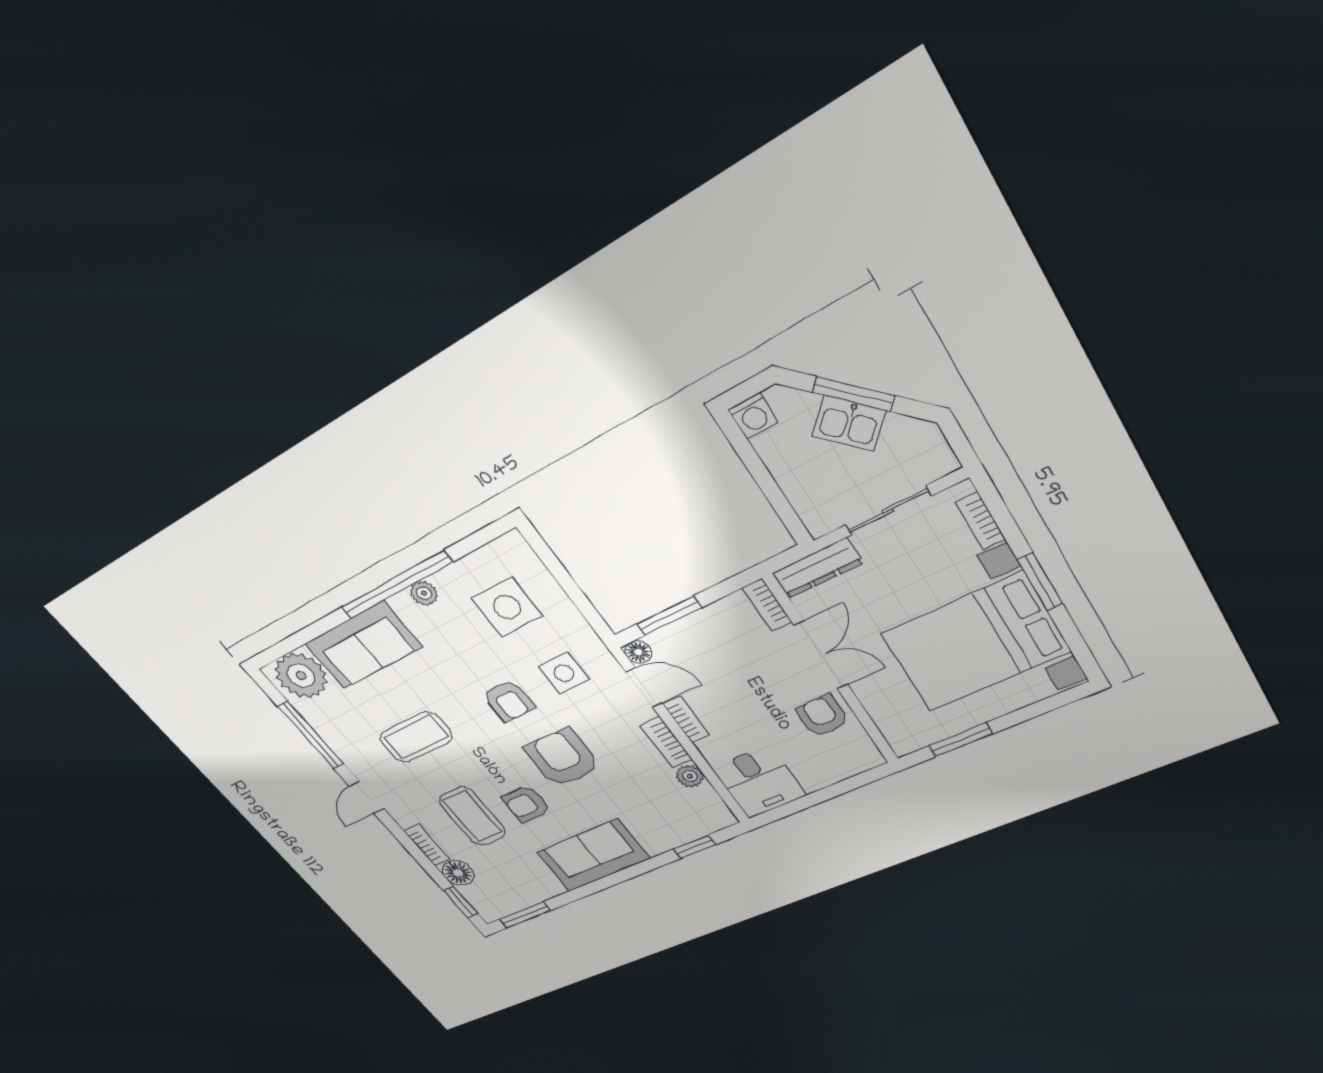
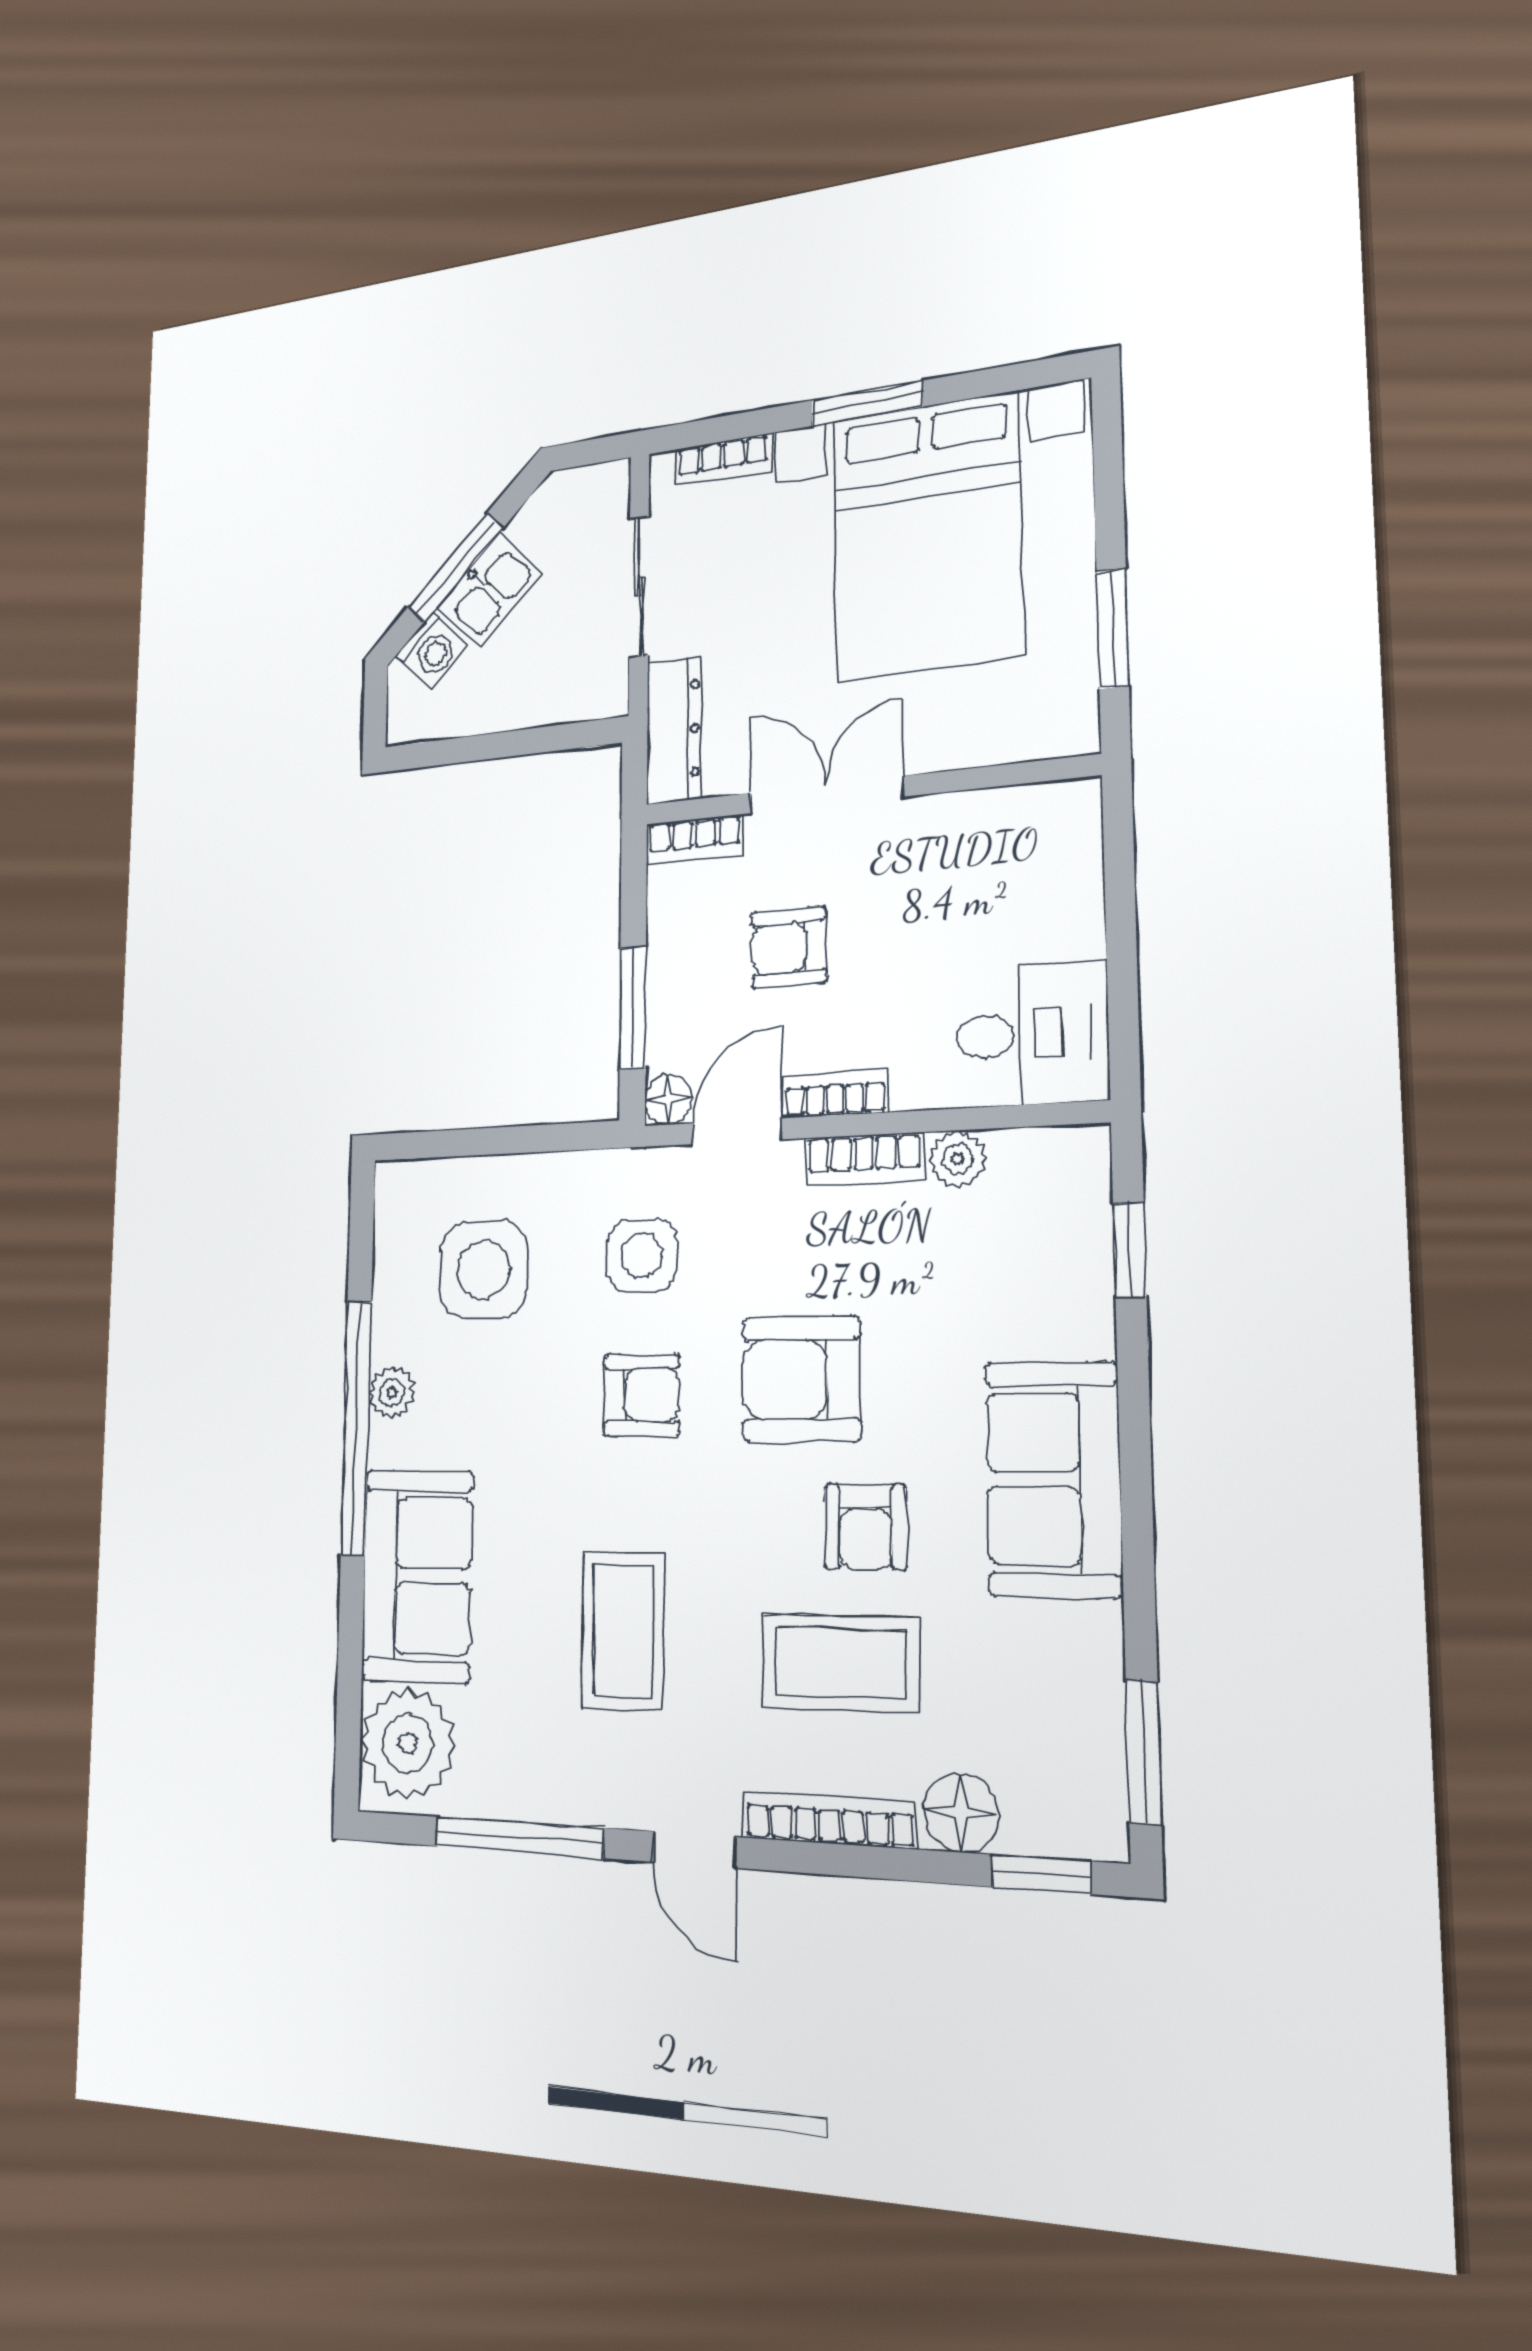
washing machine: (753, 416) -> (432, 650), moved, turned 45
armchair: (823, 716) -> (789, 947), moved
bookcase: (427, 845) -> (829, 1819), width x1.56

